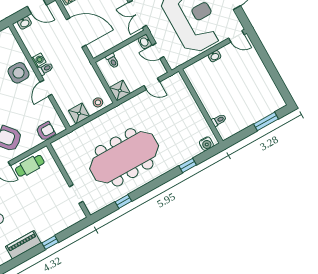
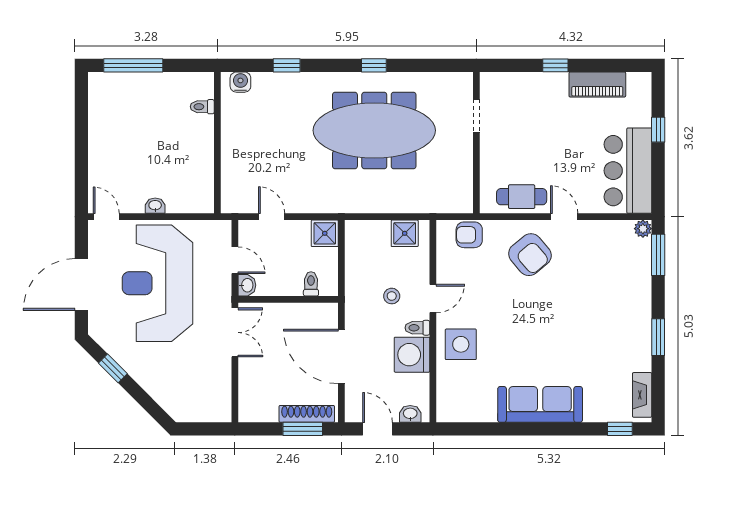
washing machine: (39, 60) -> (412, 355), width x1.89, depth x1.89
stool: (98, 102) -> (392, 296), moved
window: (266, 121) -> (133, 65), width x1.44
window: (123, 202) -> (374, 65), moved

